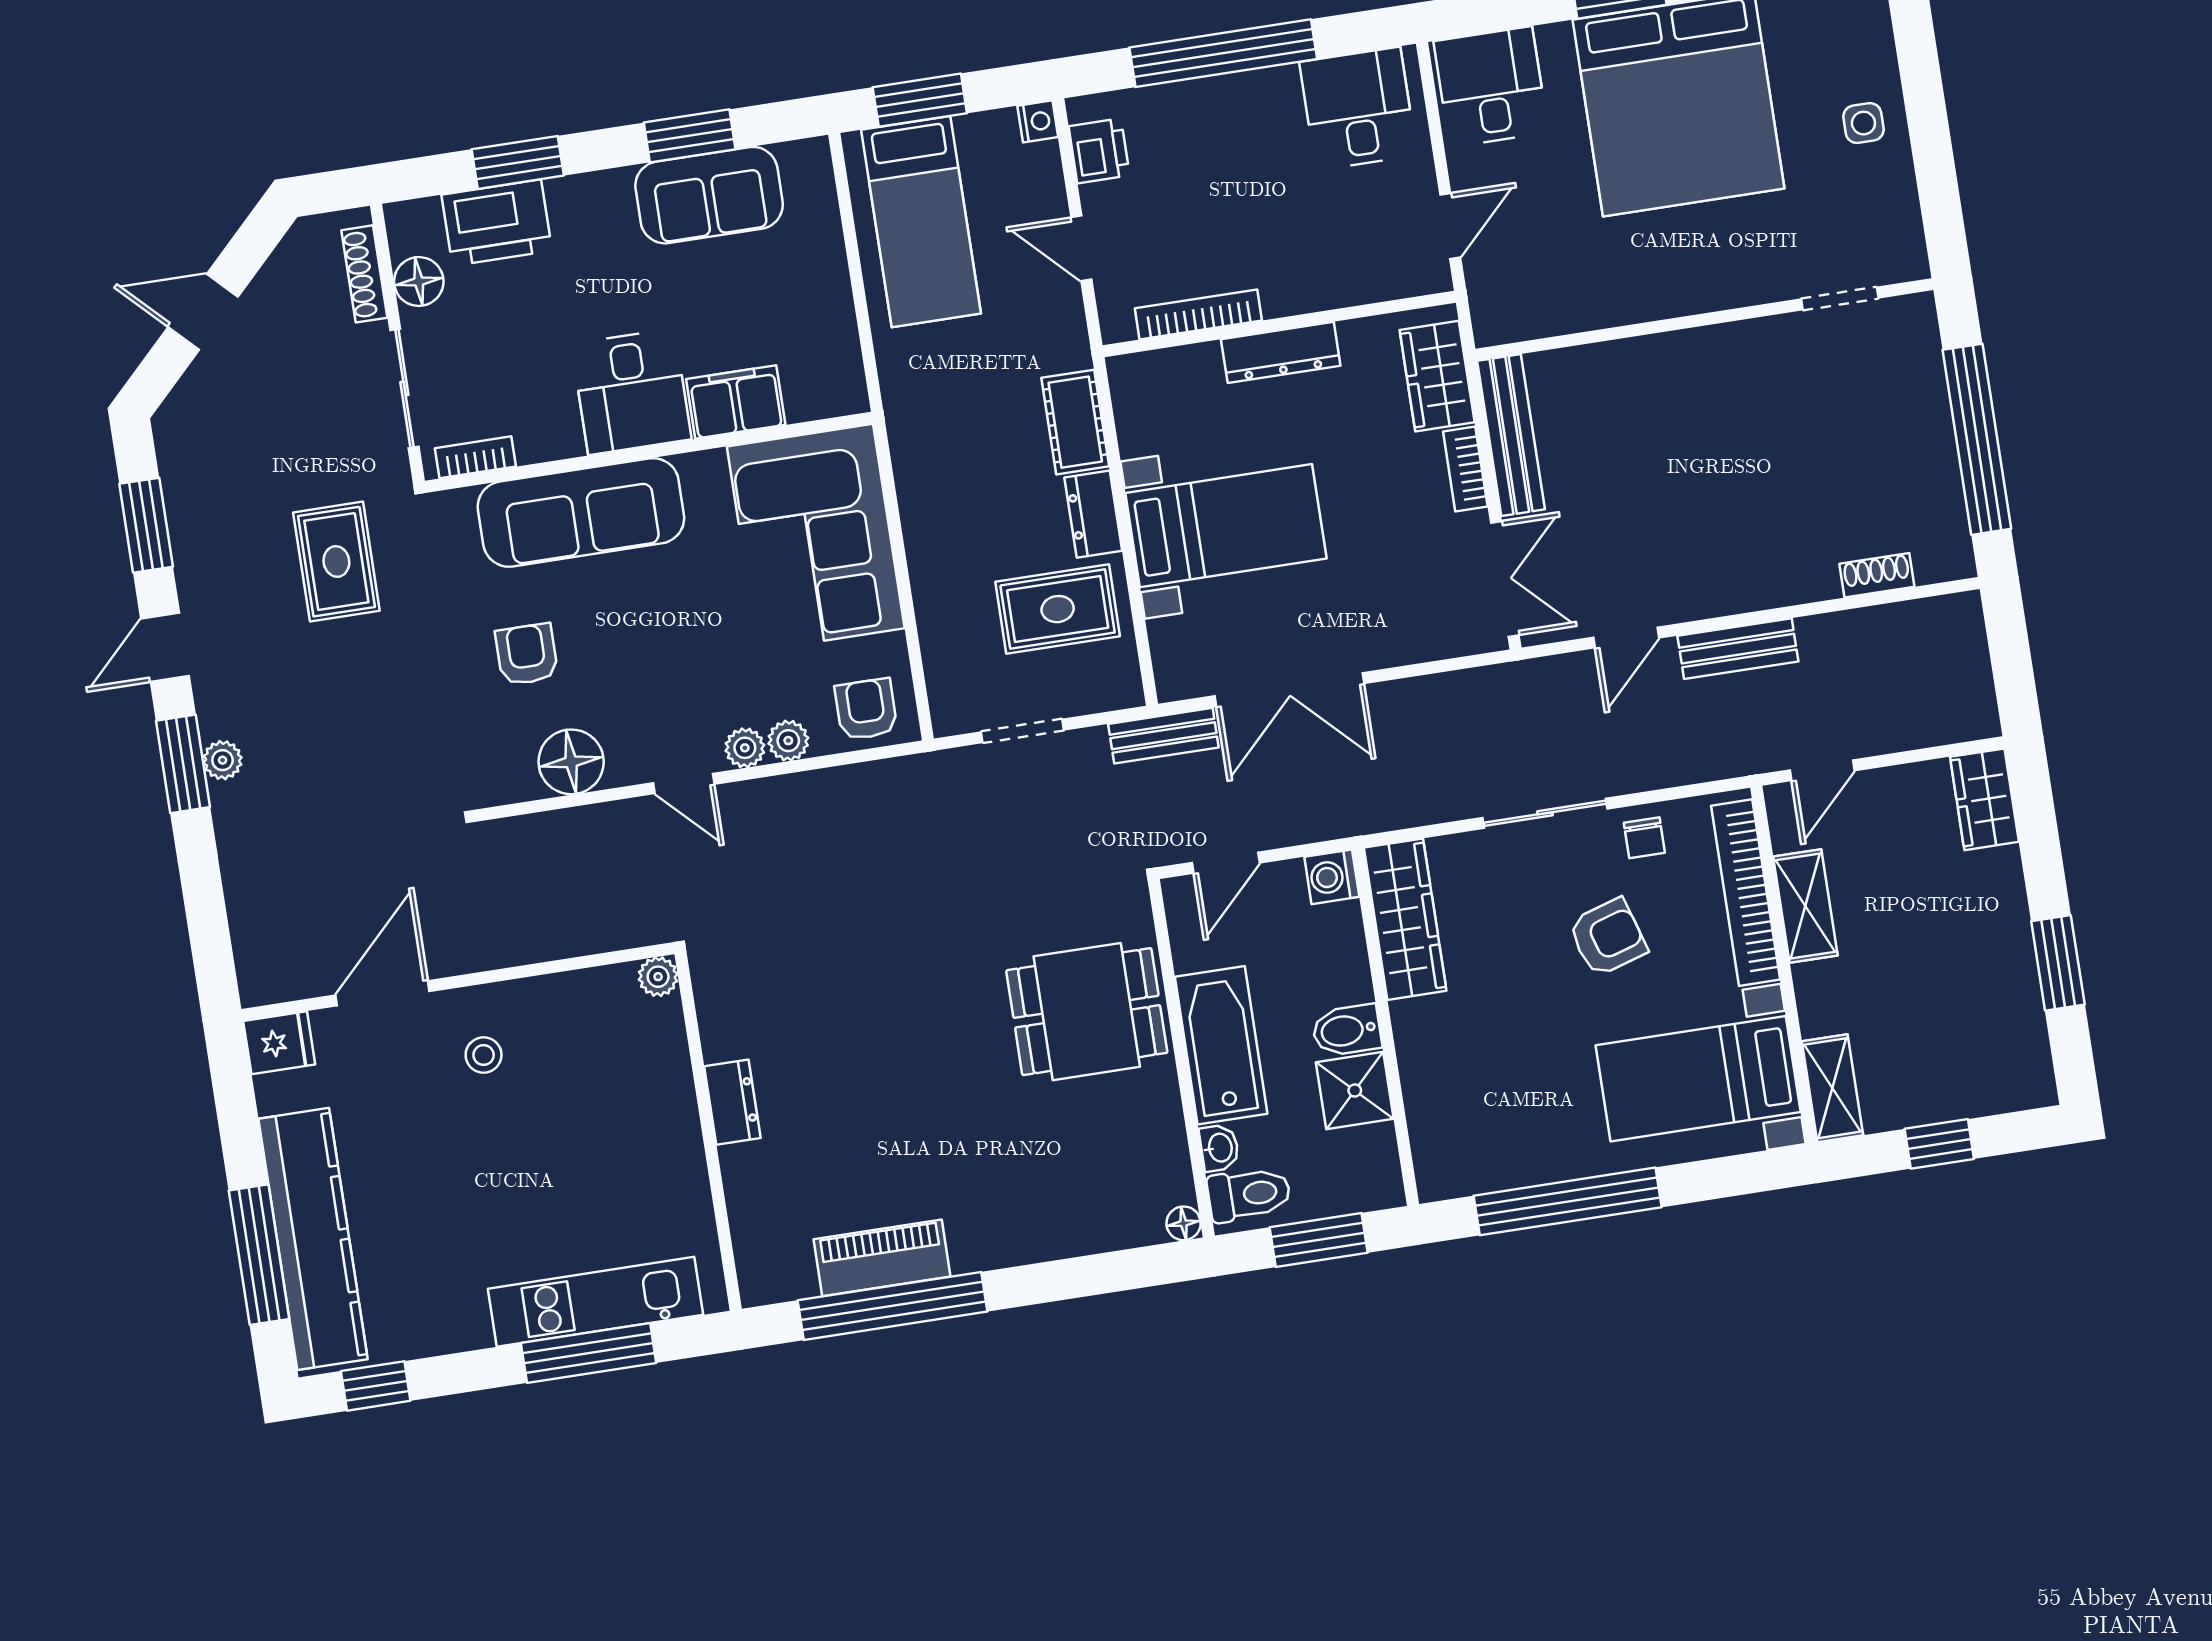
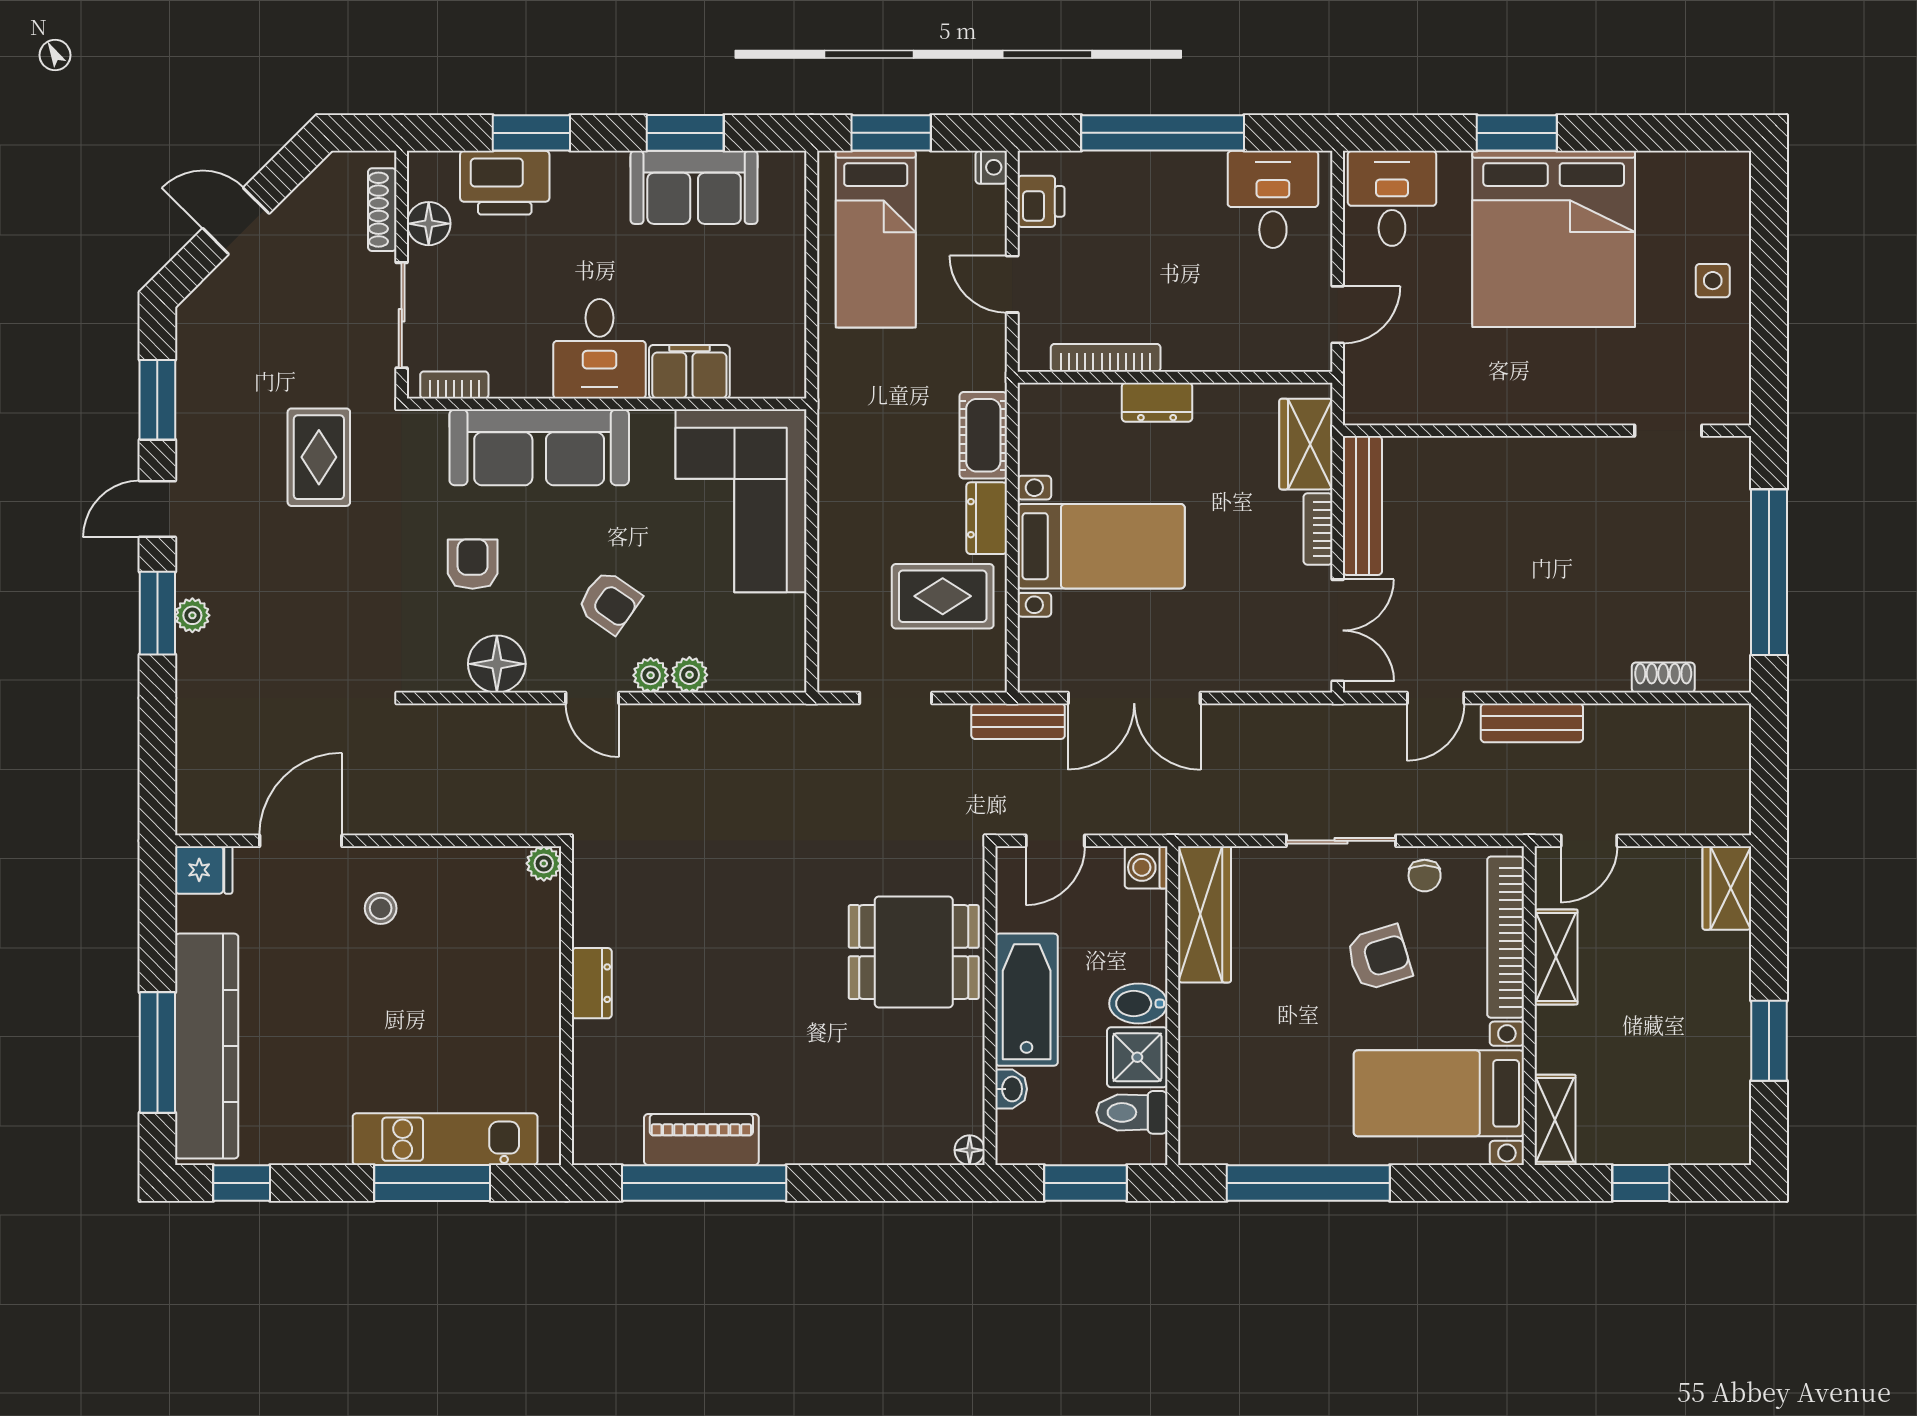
dresser: (1281, 352) -> (1157, 402), width x0.70
armchair: (866, 709) -> (609, 602), moved, turned 125
toilet: (1249, 1194) -> (1132, 1112), moved, turned 180

